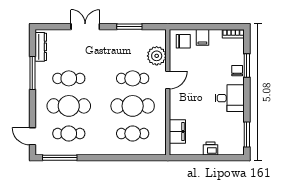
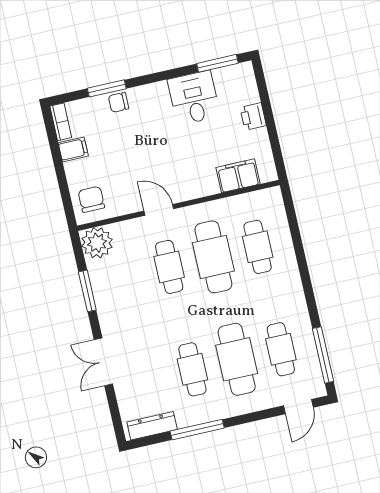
filing cabinet: (202, 37) -> (73, 149), moved
plant: (157, 56) -> (97, 243), moved
desk: (230, 98) -> (194, 98), moved

